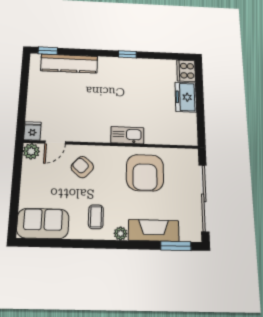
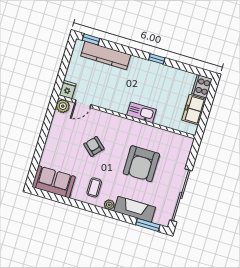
fridge: (32, 131) -> (67, 90), moved
kitchen sink: (127, 135) -> (141, 112), moved
door: (55, 143) -> (83, 104), moved
wall: (112, 144) -> (127, 117), moved
plant: (31, 151) -> (63, 106), moved

